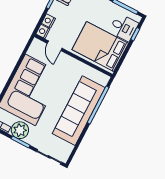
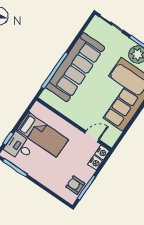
door: (55, 46) -> (92, 136), hinge flipped
bed: (100, 46) -> (42, 135), width x0.67

